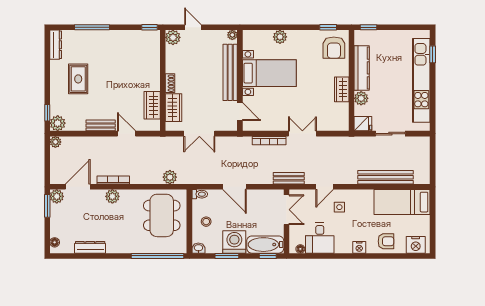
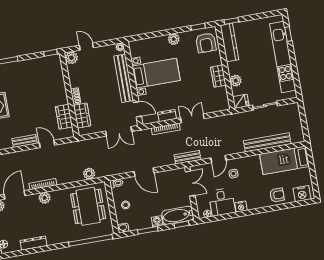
plant: (280, 37) -> (174, 39), moved
kitchen counter: (362, 68) -> (229, 43), moved
dresser: (273, 125) -> (167, 116), added
double door: (199, 134) -> (119, 131), moved
washing machine: (234, 242) -> (157, 221), width x0.53, depth x0.53
nightstand: (359, 247) -> (241, 207), moved

